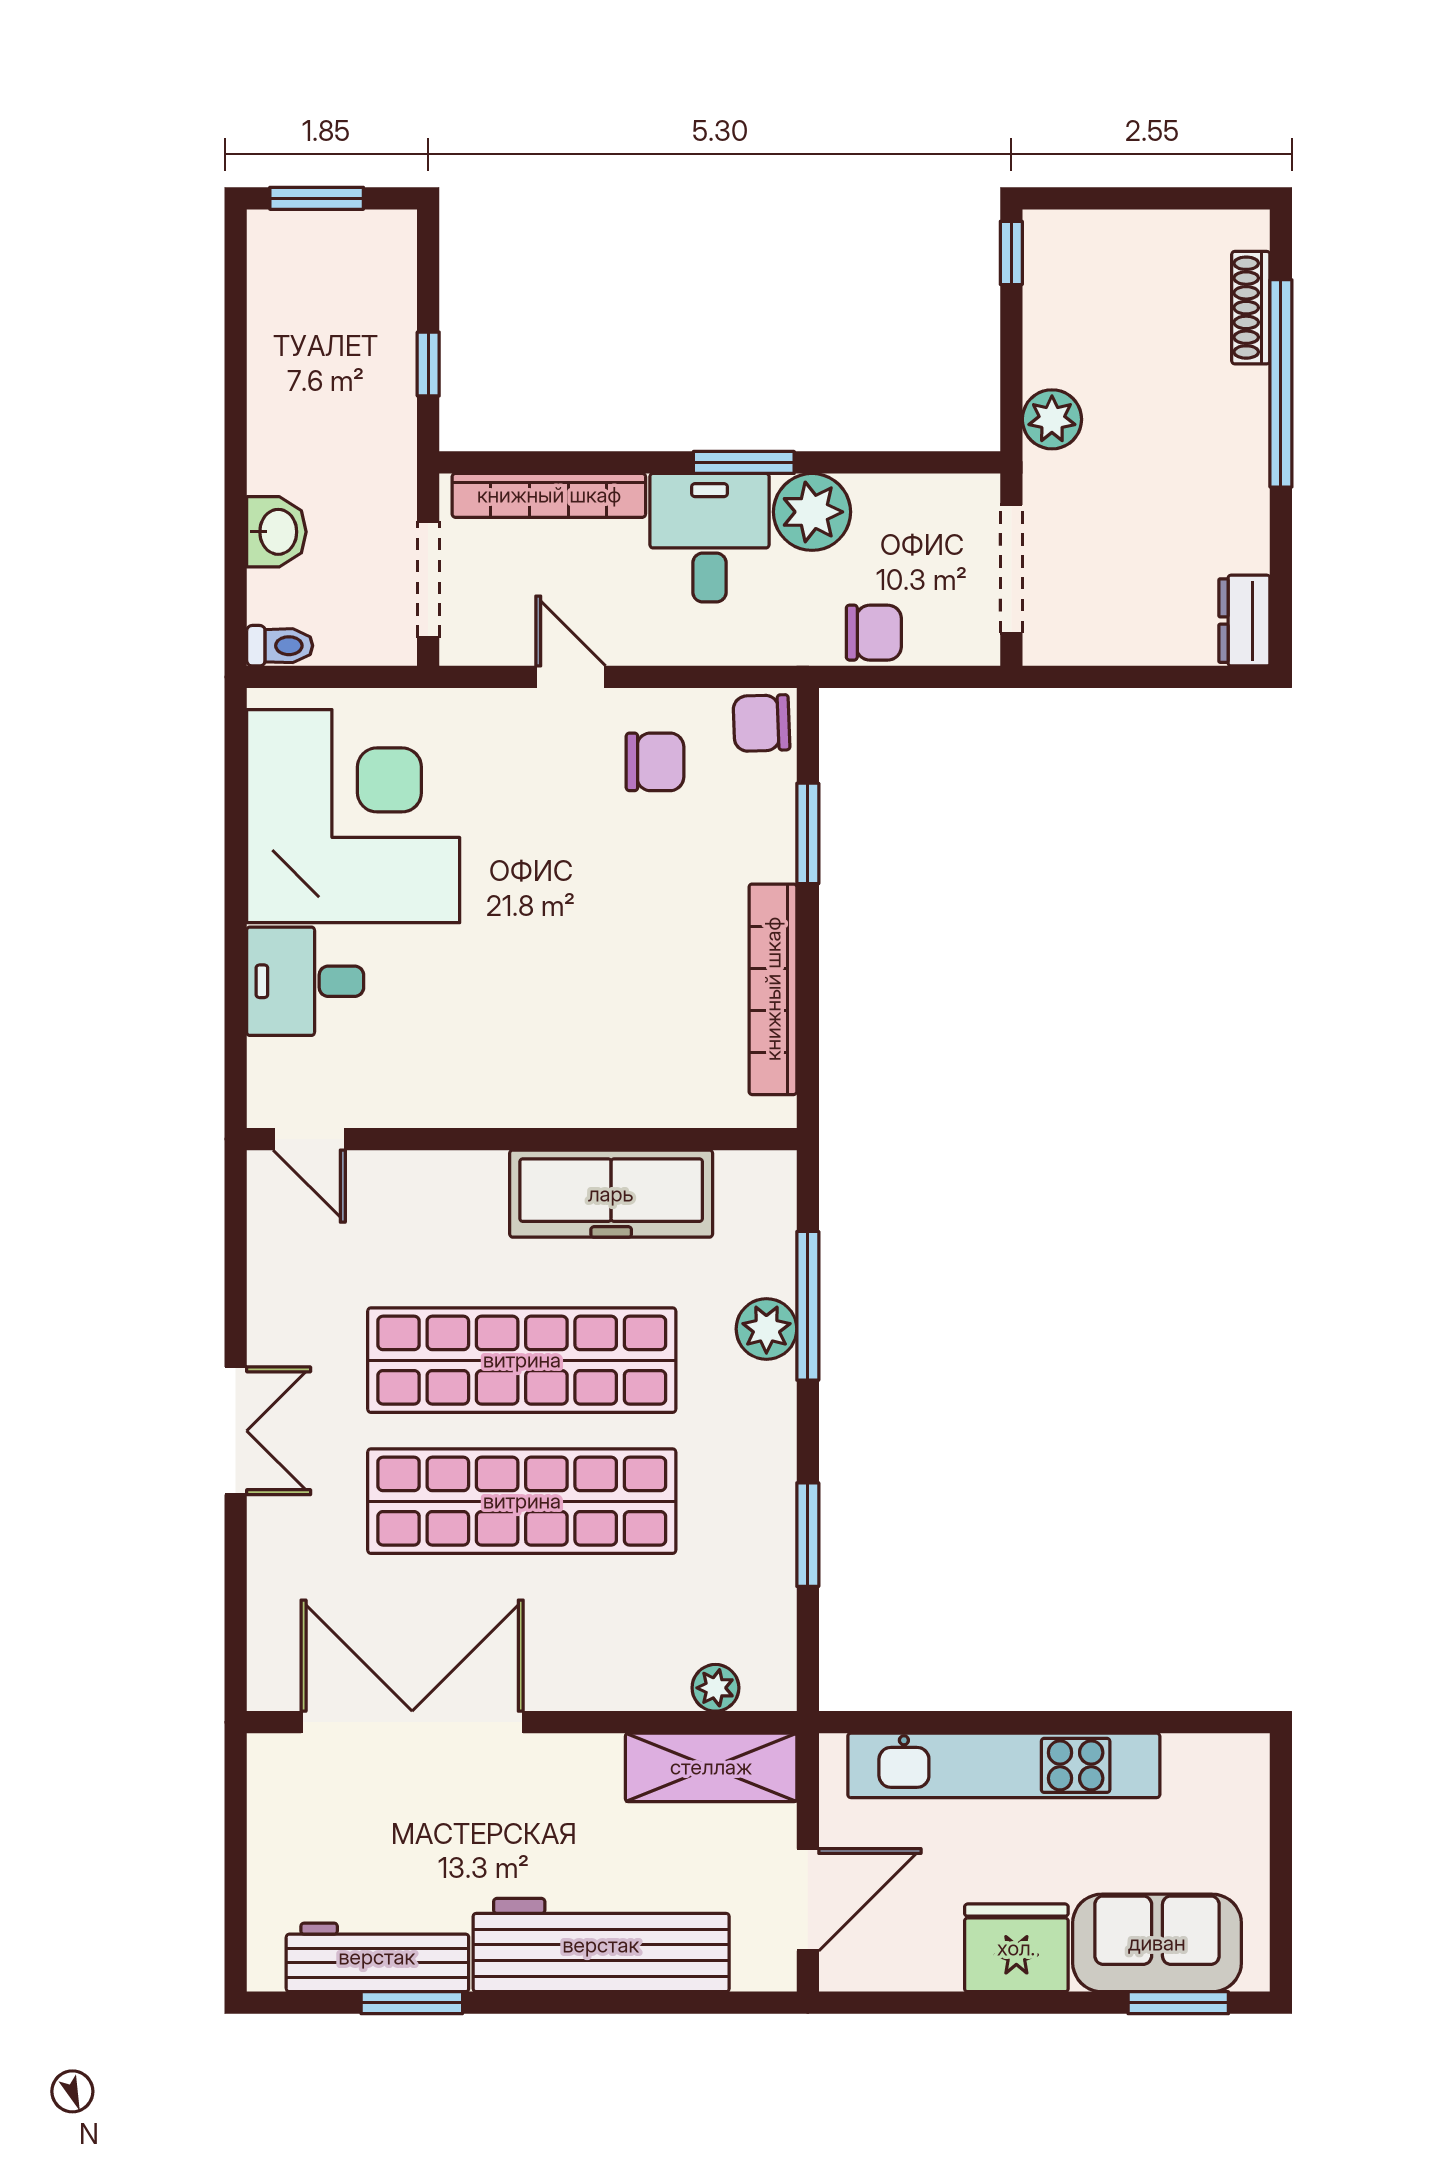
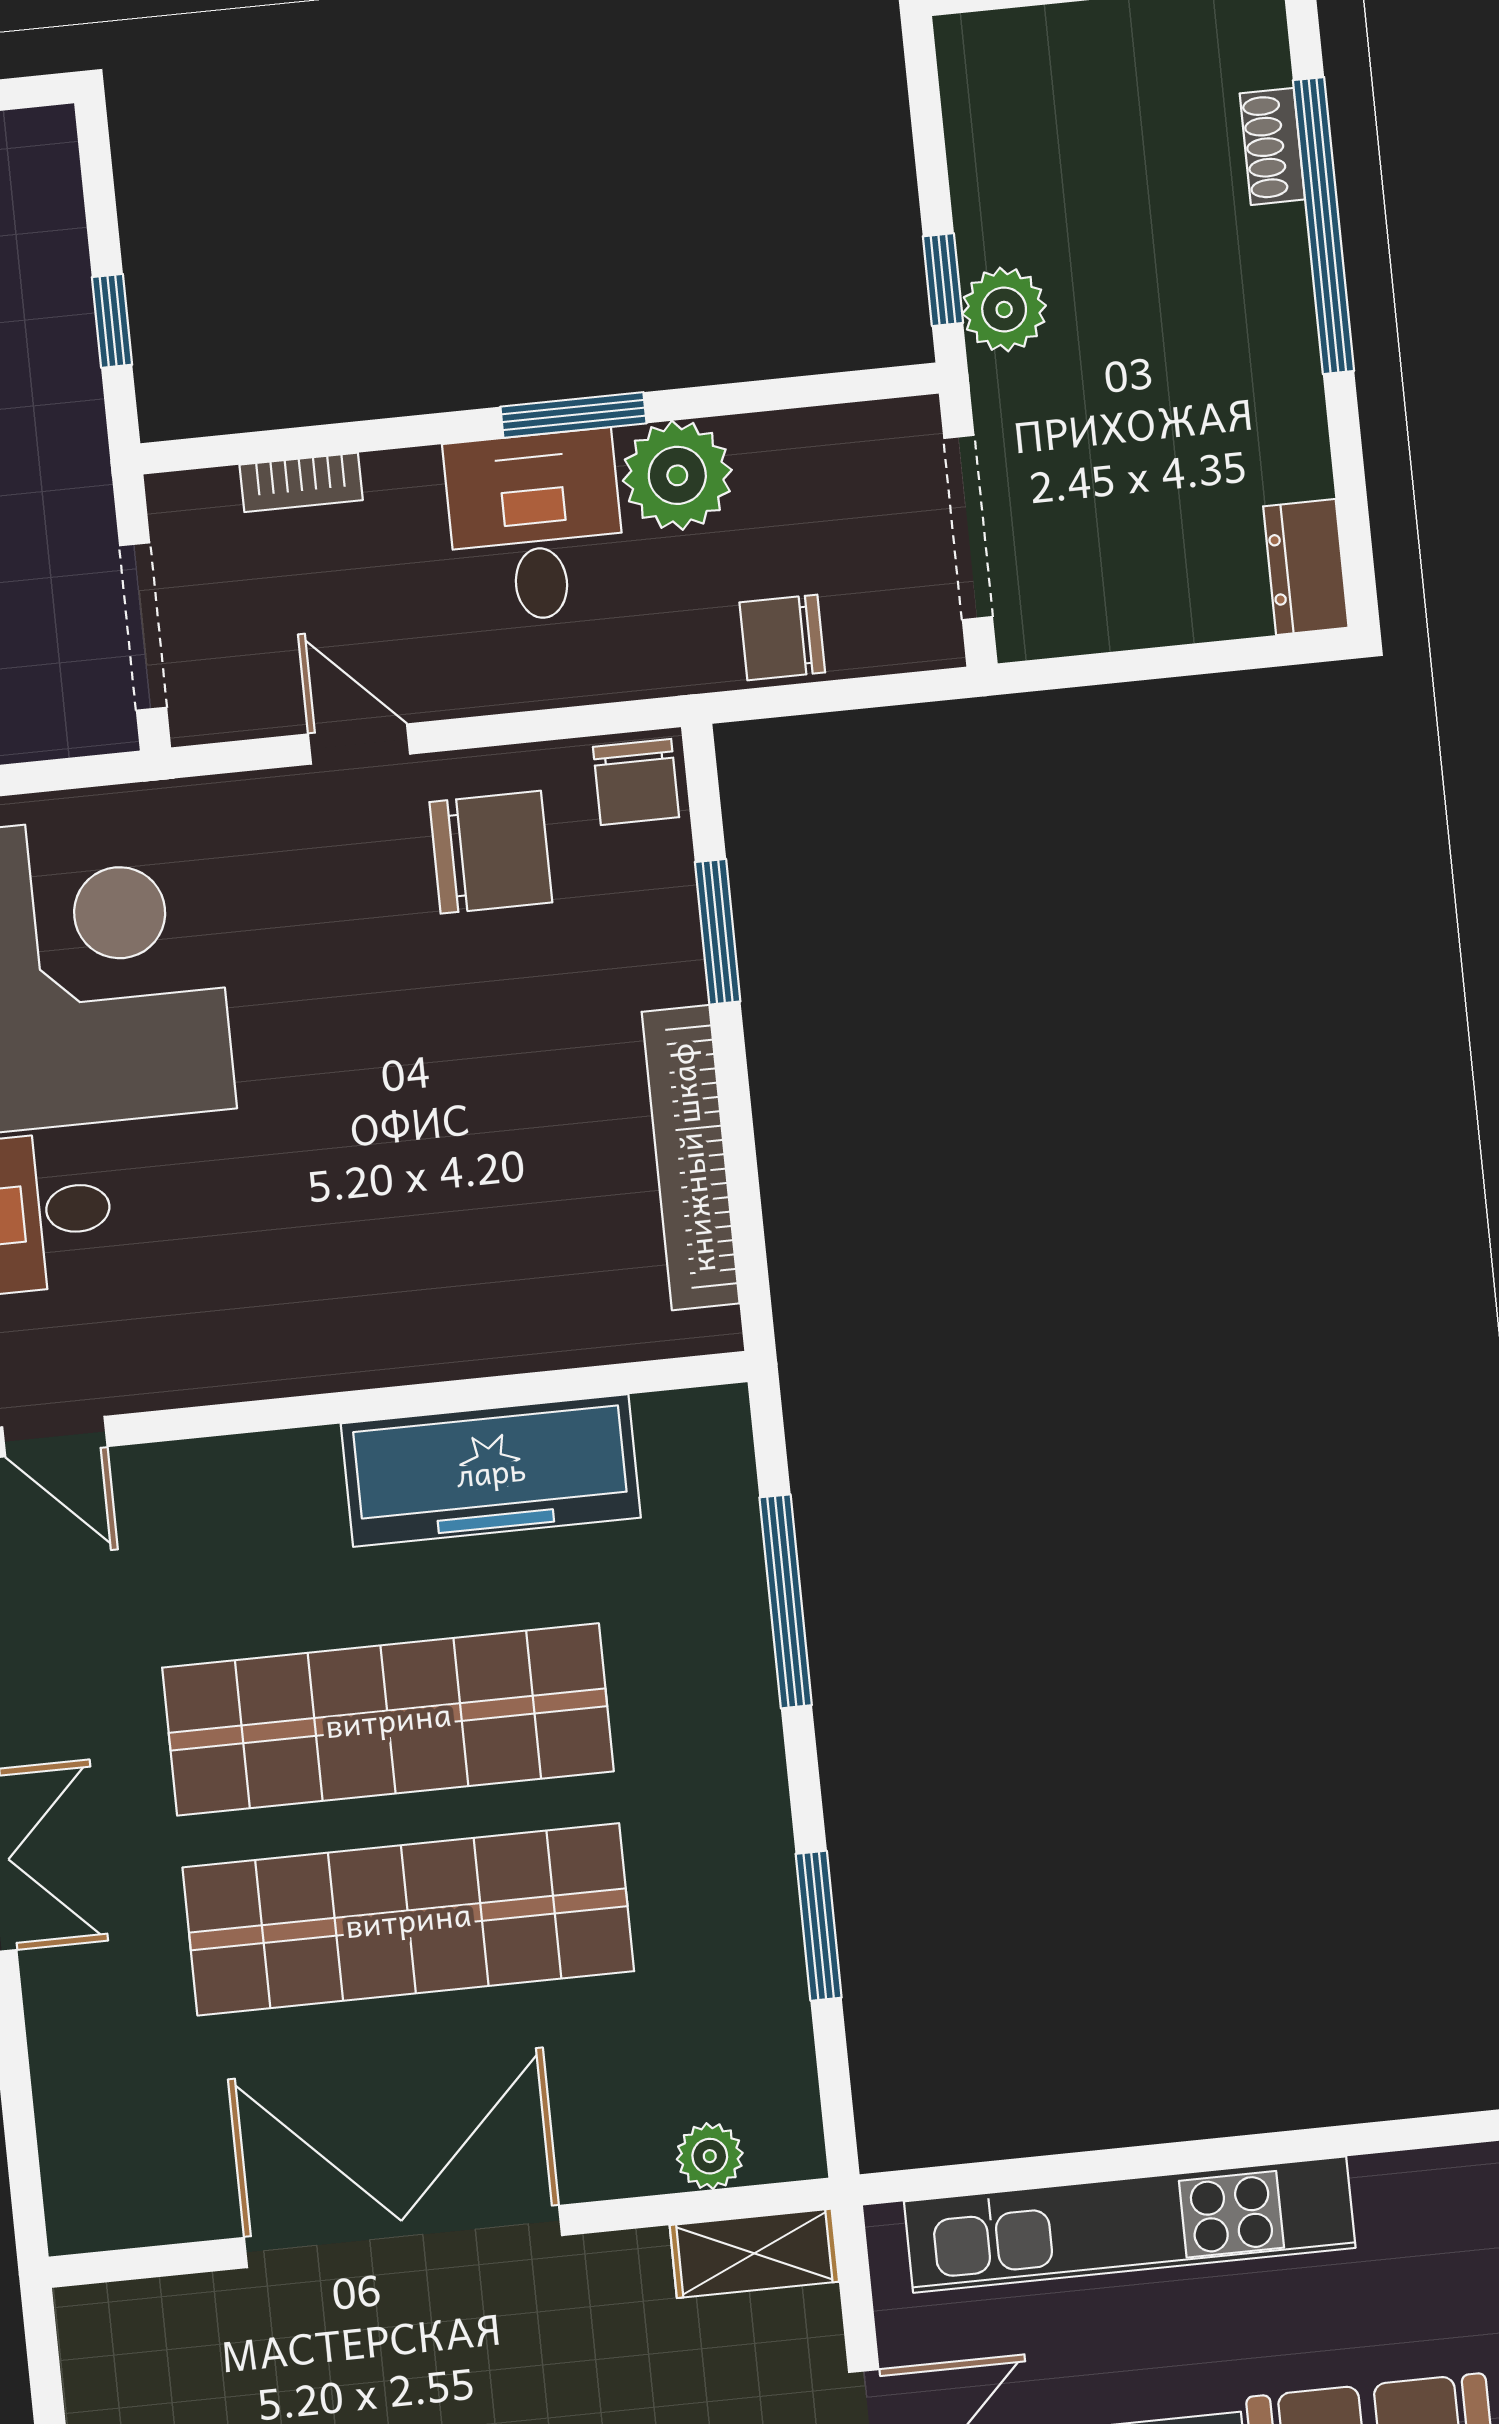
window: (1011, 253) -> (943, 280), moved
shoe rack: (1251, 308) -> (1272, 146), width x0.70
bookcase: (549, 495) -> (301, 482), width x0.43, depth x0.76
chair: (874, 633) -> (782, 637), turned 180
chair: (761, 723) -> (636, 782), turned -88
chair: (655, 762) -> (491, 852), width x1.37, depth x1.37
plant: (766, 1329) -> (730, 1640), removed
double door: (412, 1722) -> (403, 2236), moved
shelving: (711, 1767) -> (754, 2253), width x0.67, depth x0.75

